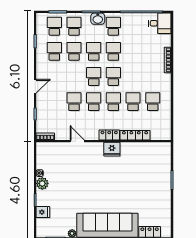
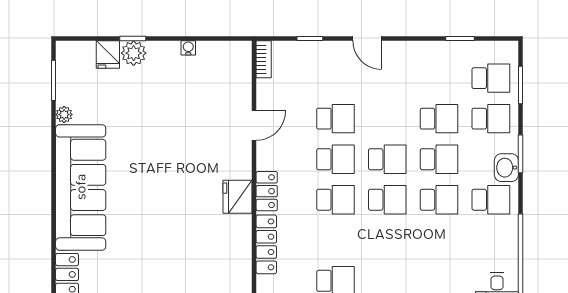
school desk: (54, 51) -> (439, 78), removed
school desk: (133, 102) -> (335, 240), removed
plant: (42, 183) -> (134, 53), moved

